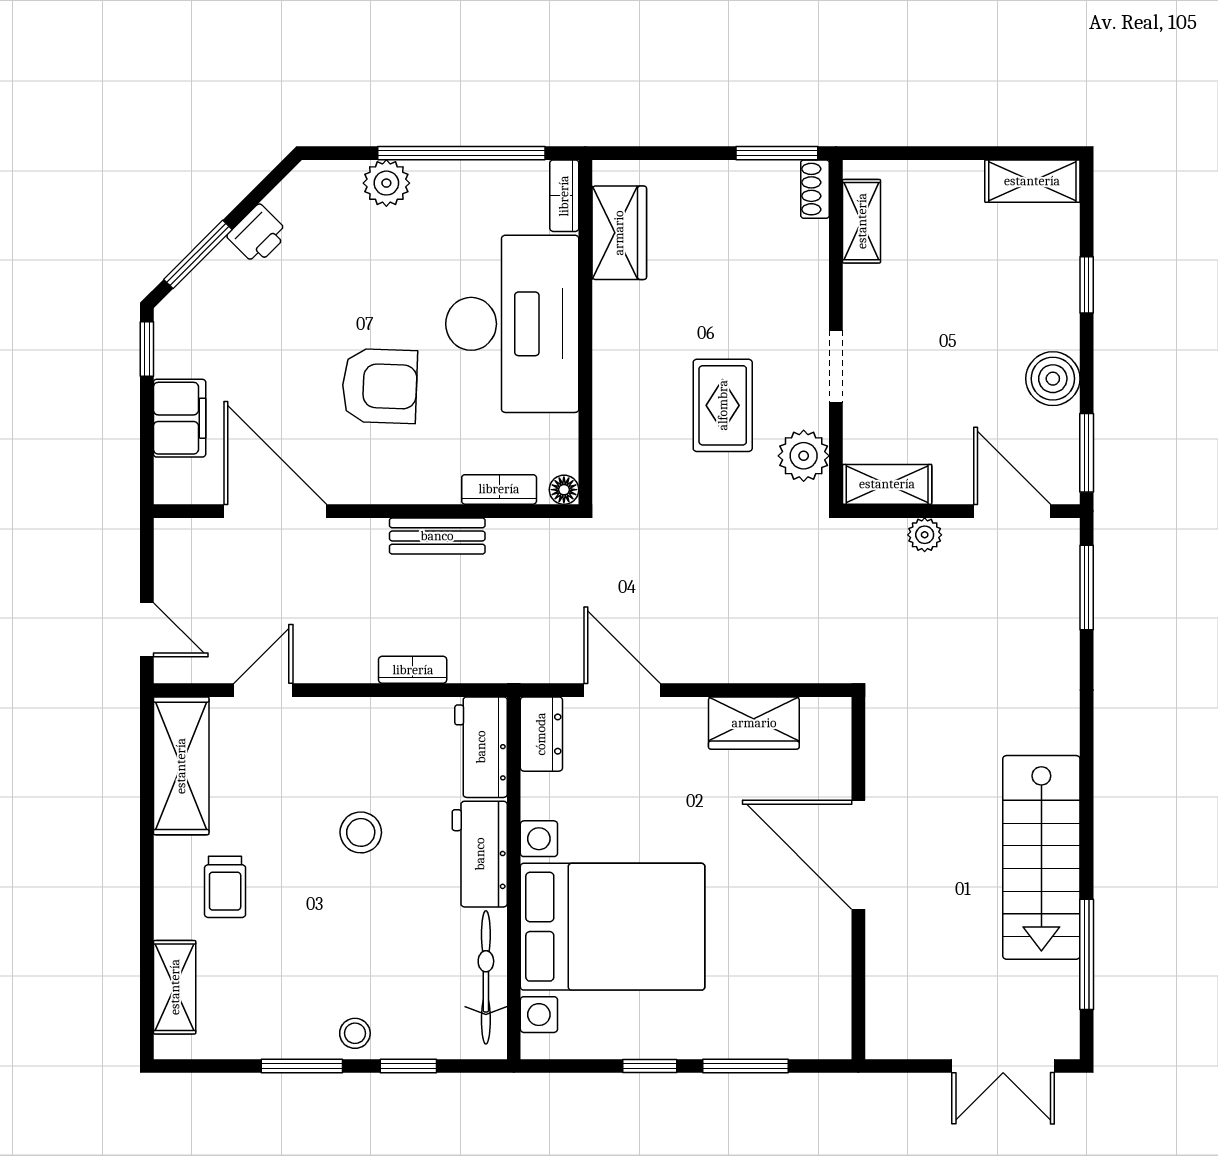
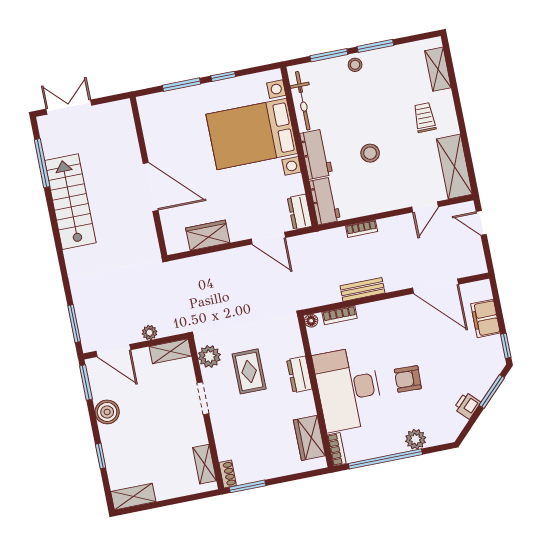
dresser: (614, 377) -> (299, 374), added
armchair: (380, 386) -> (408, 379), moved, width x0.72, depth x0.72
window: (408, 1066) -> (329, 55), width x1.50

